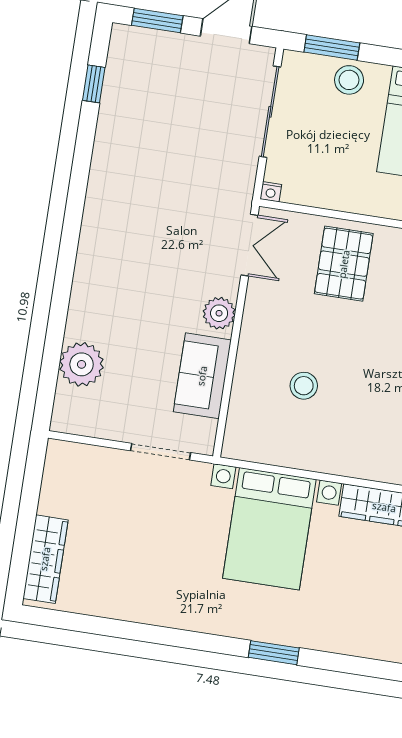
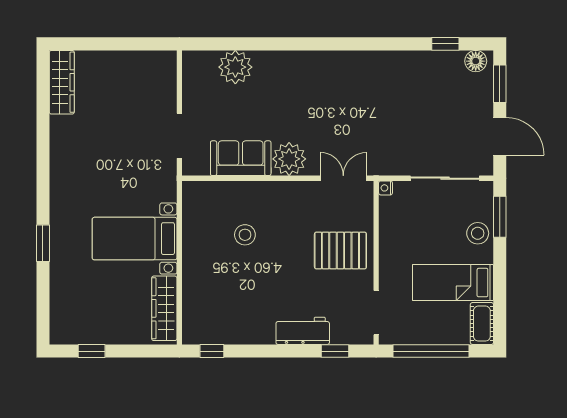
floor lamp: (123, 48) -> (476, 61), added
double door: (249, 245) -> (343, 178), swing flipped
plant: (219, 313) -> (289, 159), width x1.36, depth x1.36
bed with nightstands: (269, 529) -> (135, 239), width x0.73
wardrobe: (45, 559) -> (62, 82), moved, turned -90

